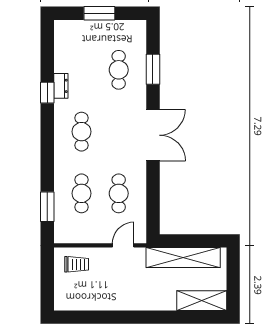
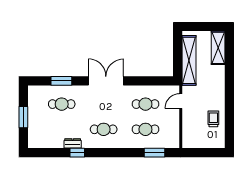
door: (123, 245) -> (181, 101), hinge flipped
trolley: (77, 264) -> (213, 119), moved

